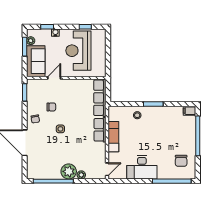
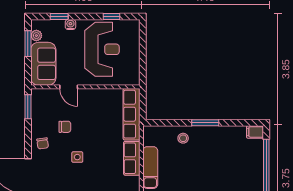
reception desk: (78, 51) -> (102, 49), turned 180
door: (54, 78) -> (69, 87), swing flipped

